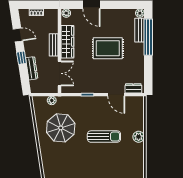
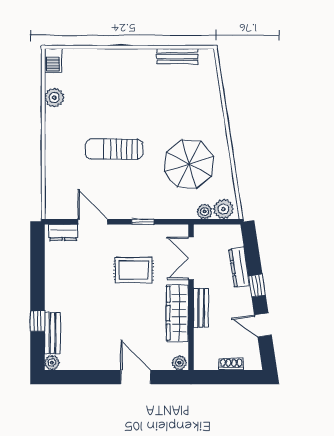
window: (148, 37) -> (37, 321), width x0.32
rug: (108, 48) -> (134, 270), moved, width x0.73, depth x0.70
plant: (41, 102) -> (223, 209), added
plant: (139, 137) -> (54, 98), moved

